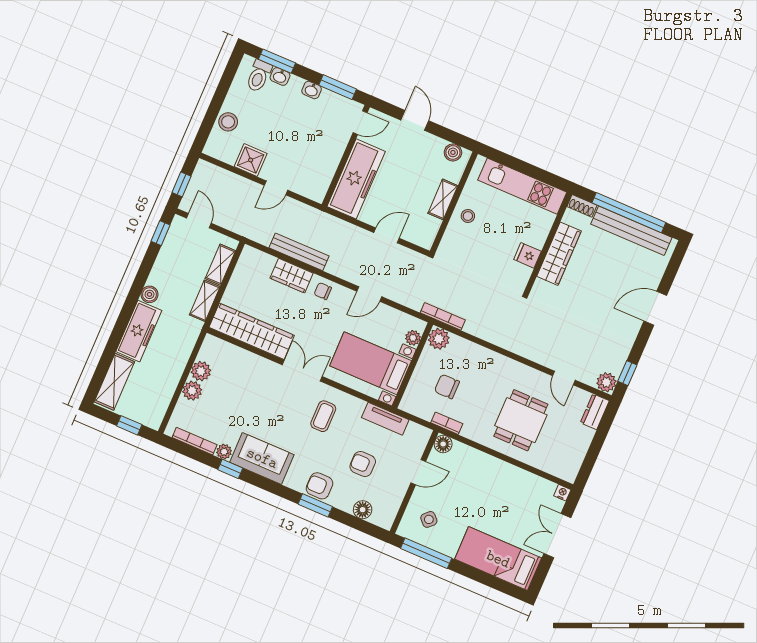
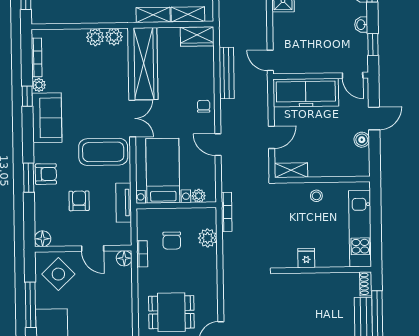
window: (338, 87) -> (373, 44), width x0.67
boiler: (453, 152) -> (362, 140), moved
door: (276, 188) -> (270, 60), moved
shelving: (443, 199) -> (291, 170), moved
door: (387, 235) -> (271, 137), hinge flipped
wardrobe: (559, 254) -> (319, 283), removed
wardrobe: (292, 276) -> (197, 36), moved, turned -90
plant: (439, 339) -> (208, 238), moved
chair: (447, 386) -> (172, 241), turned 180
plant: (192, 391) -> (114, 37), moved
coffee table: (323, 416) -> (103, 152), width x1.86, depth x1.72
armchair: (320, 486) -> (46, 174), turned 90
floor lamp: (363, 510) -> (43, 239), moved
side table: (429, 519) -> (58, 274), width x1.87, depth x1.87
window: (426, 553) -> (31, 305), moved

